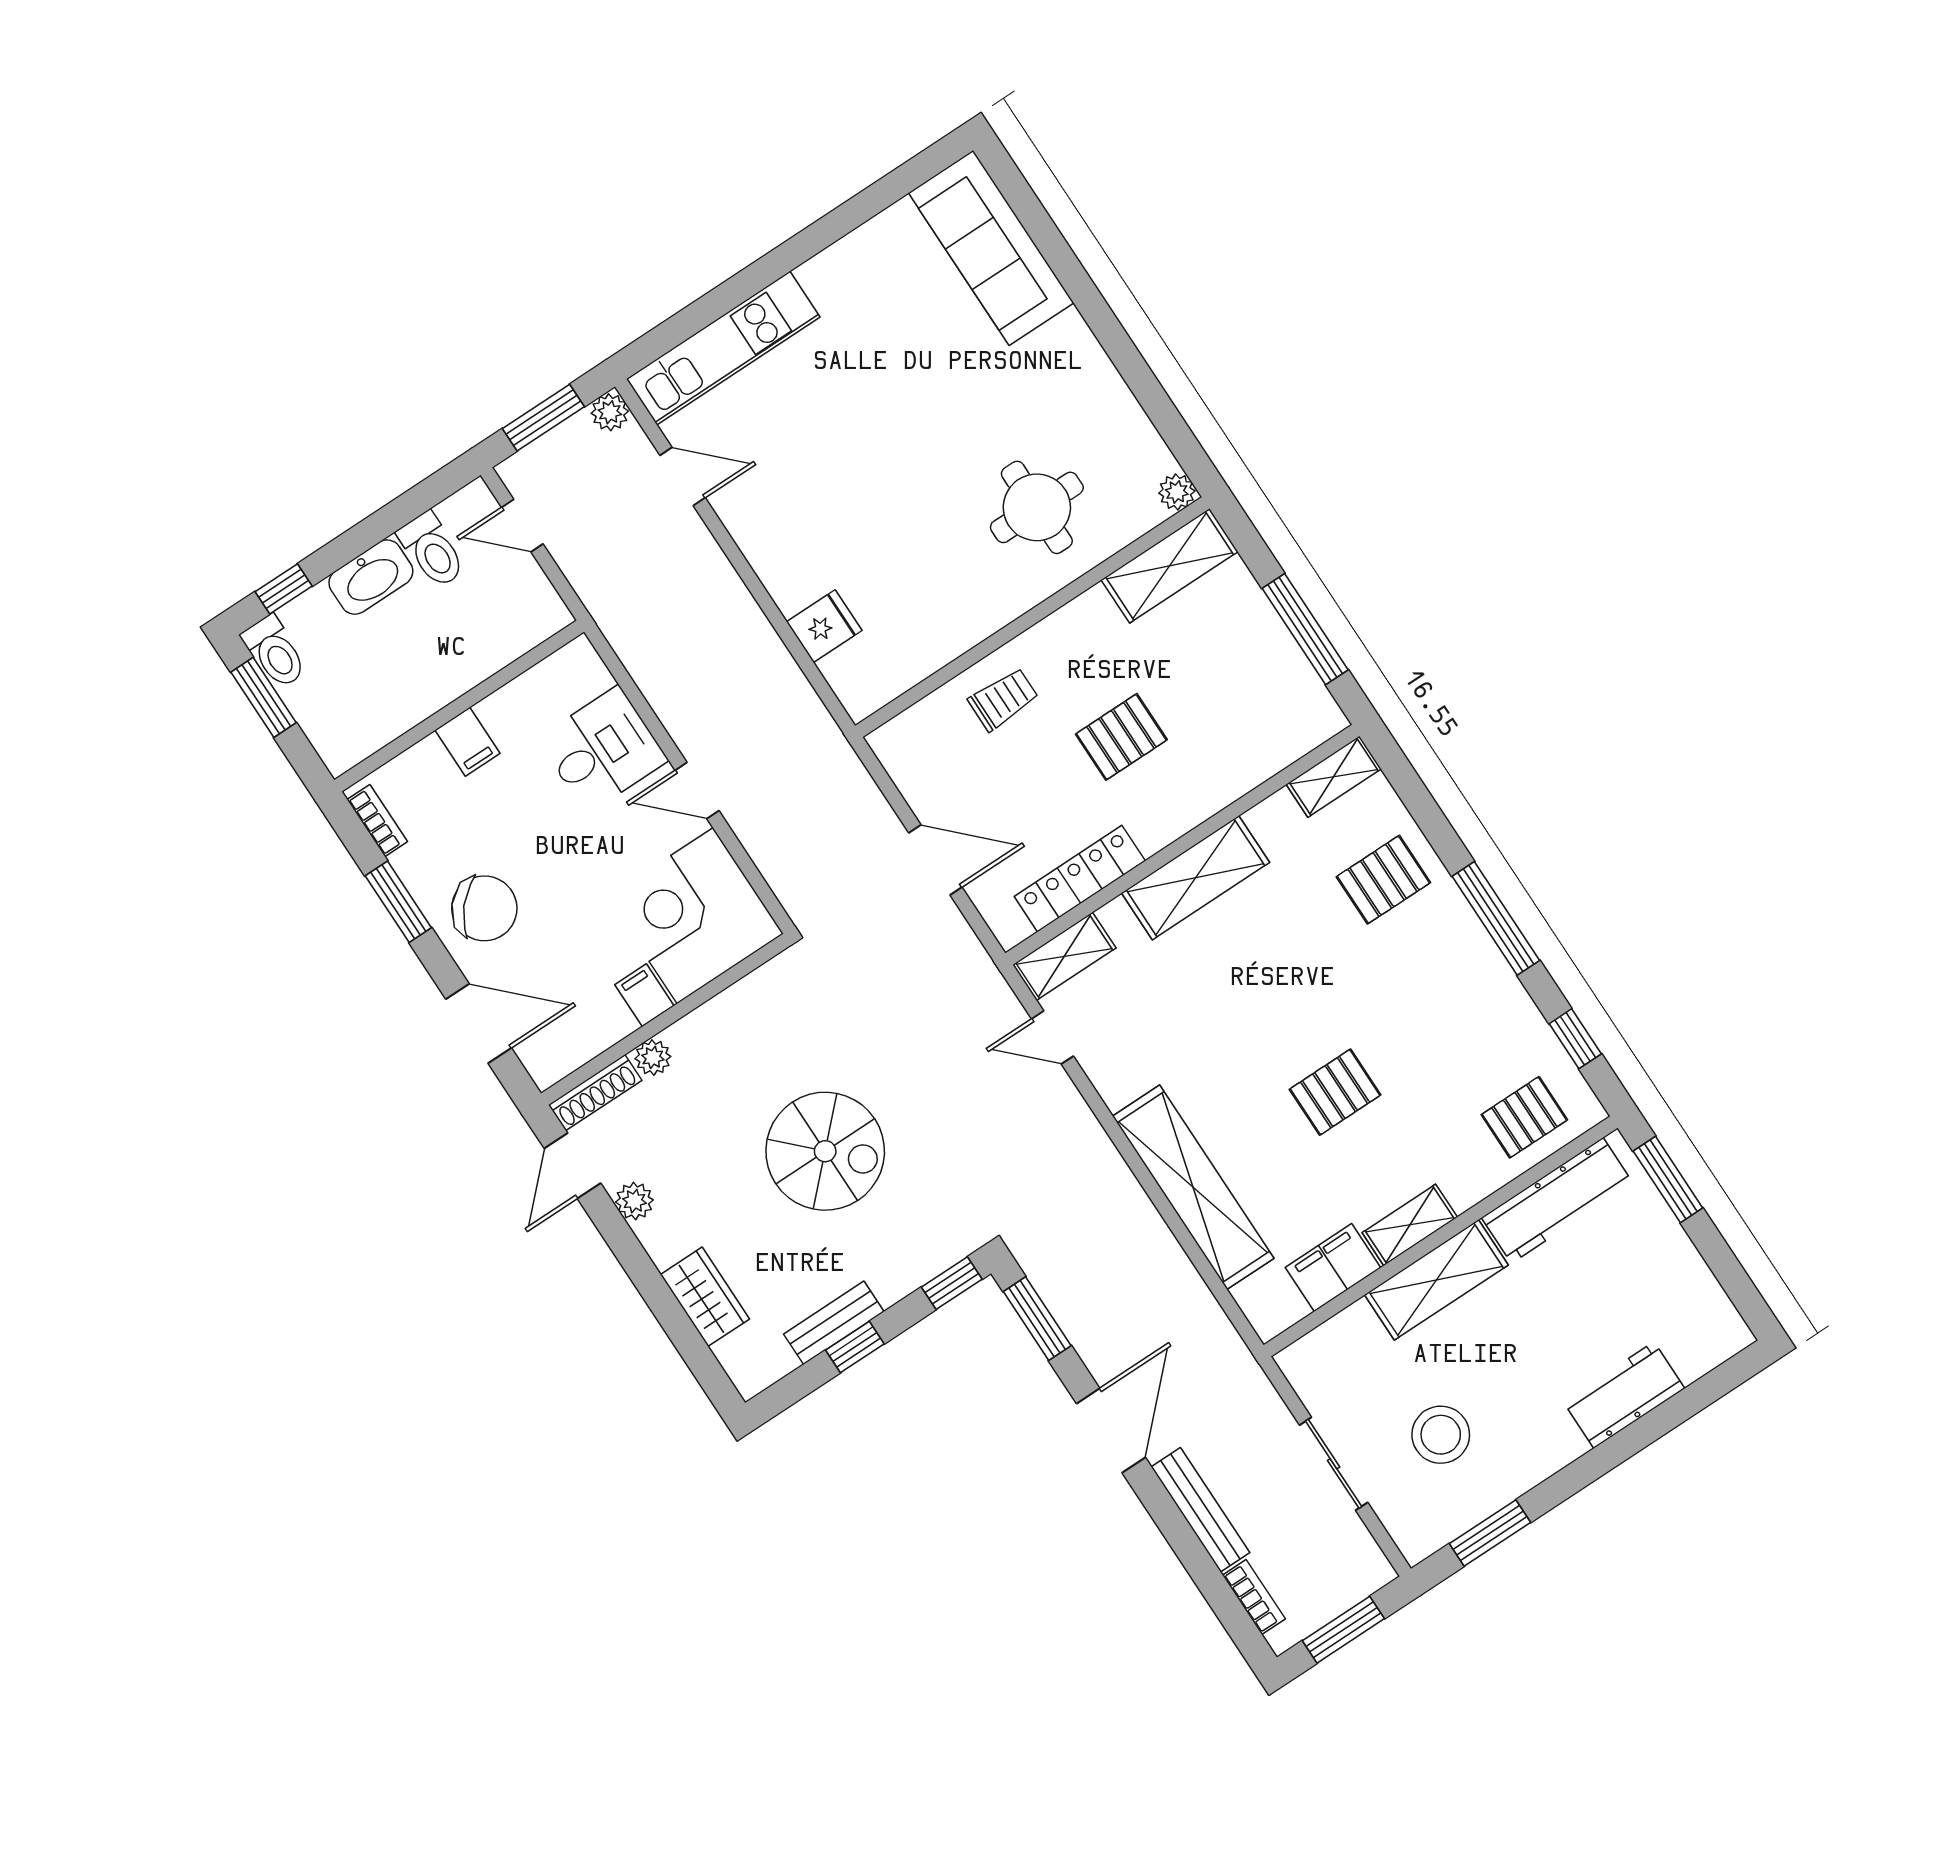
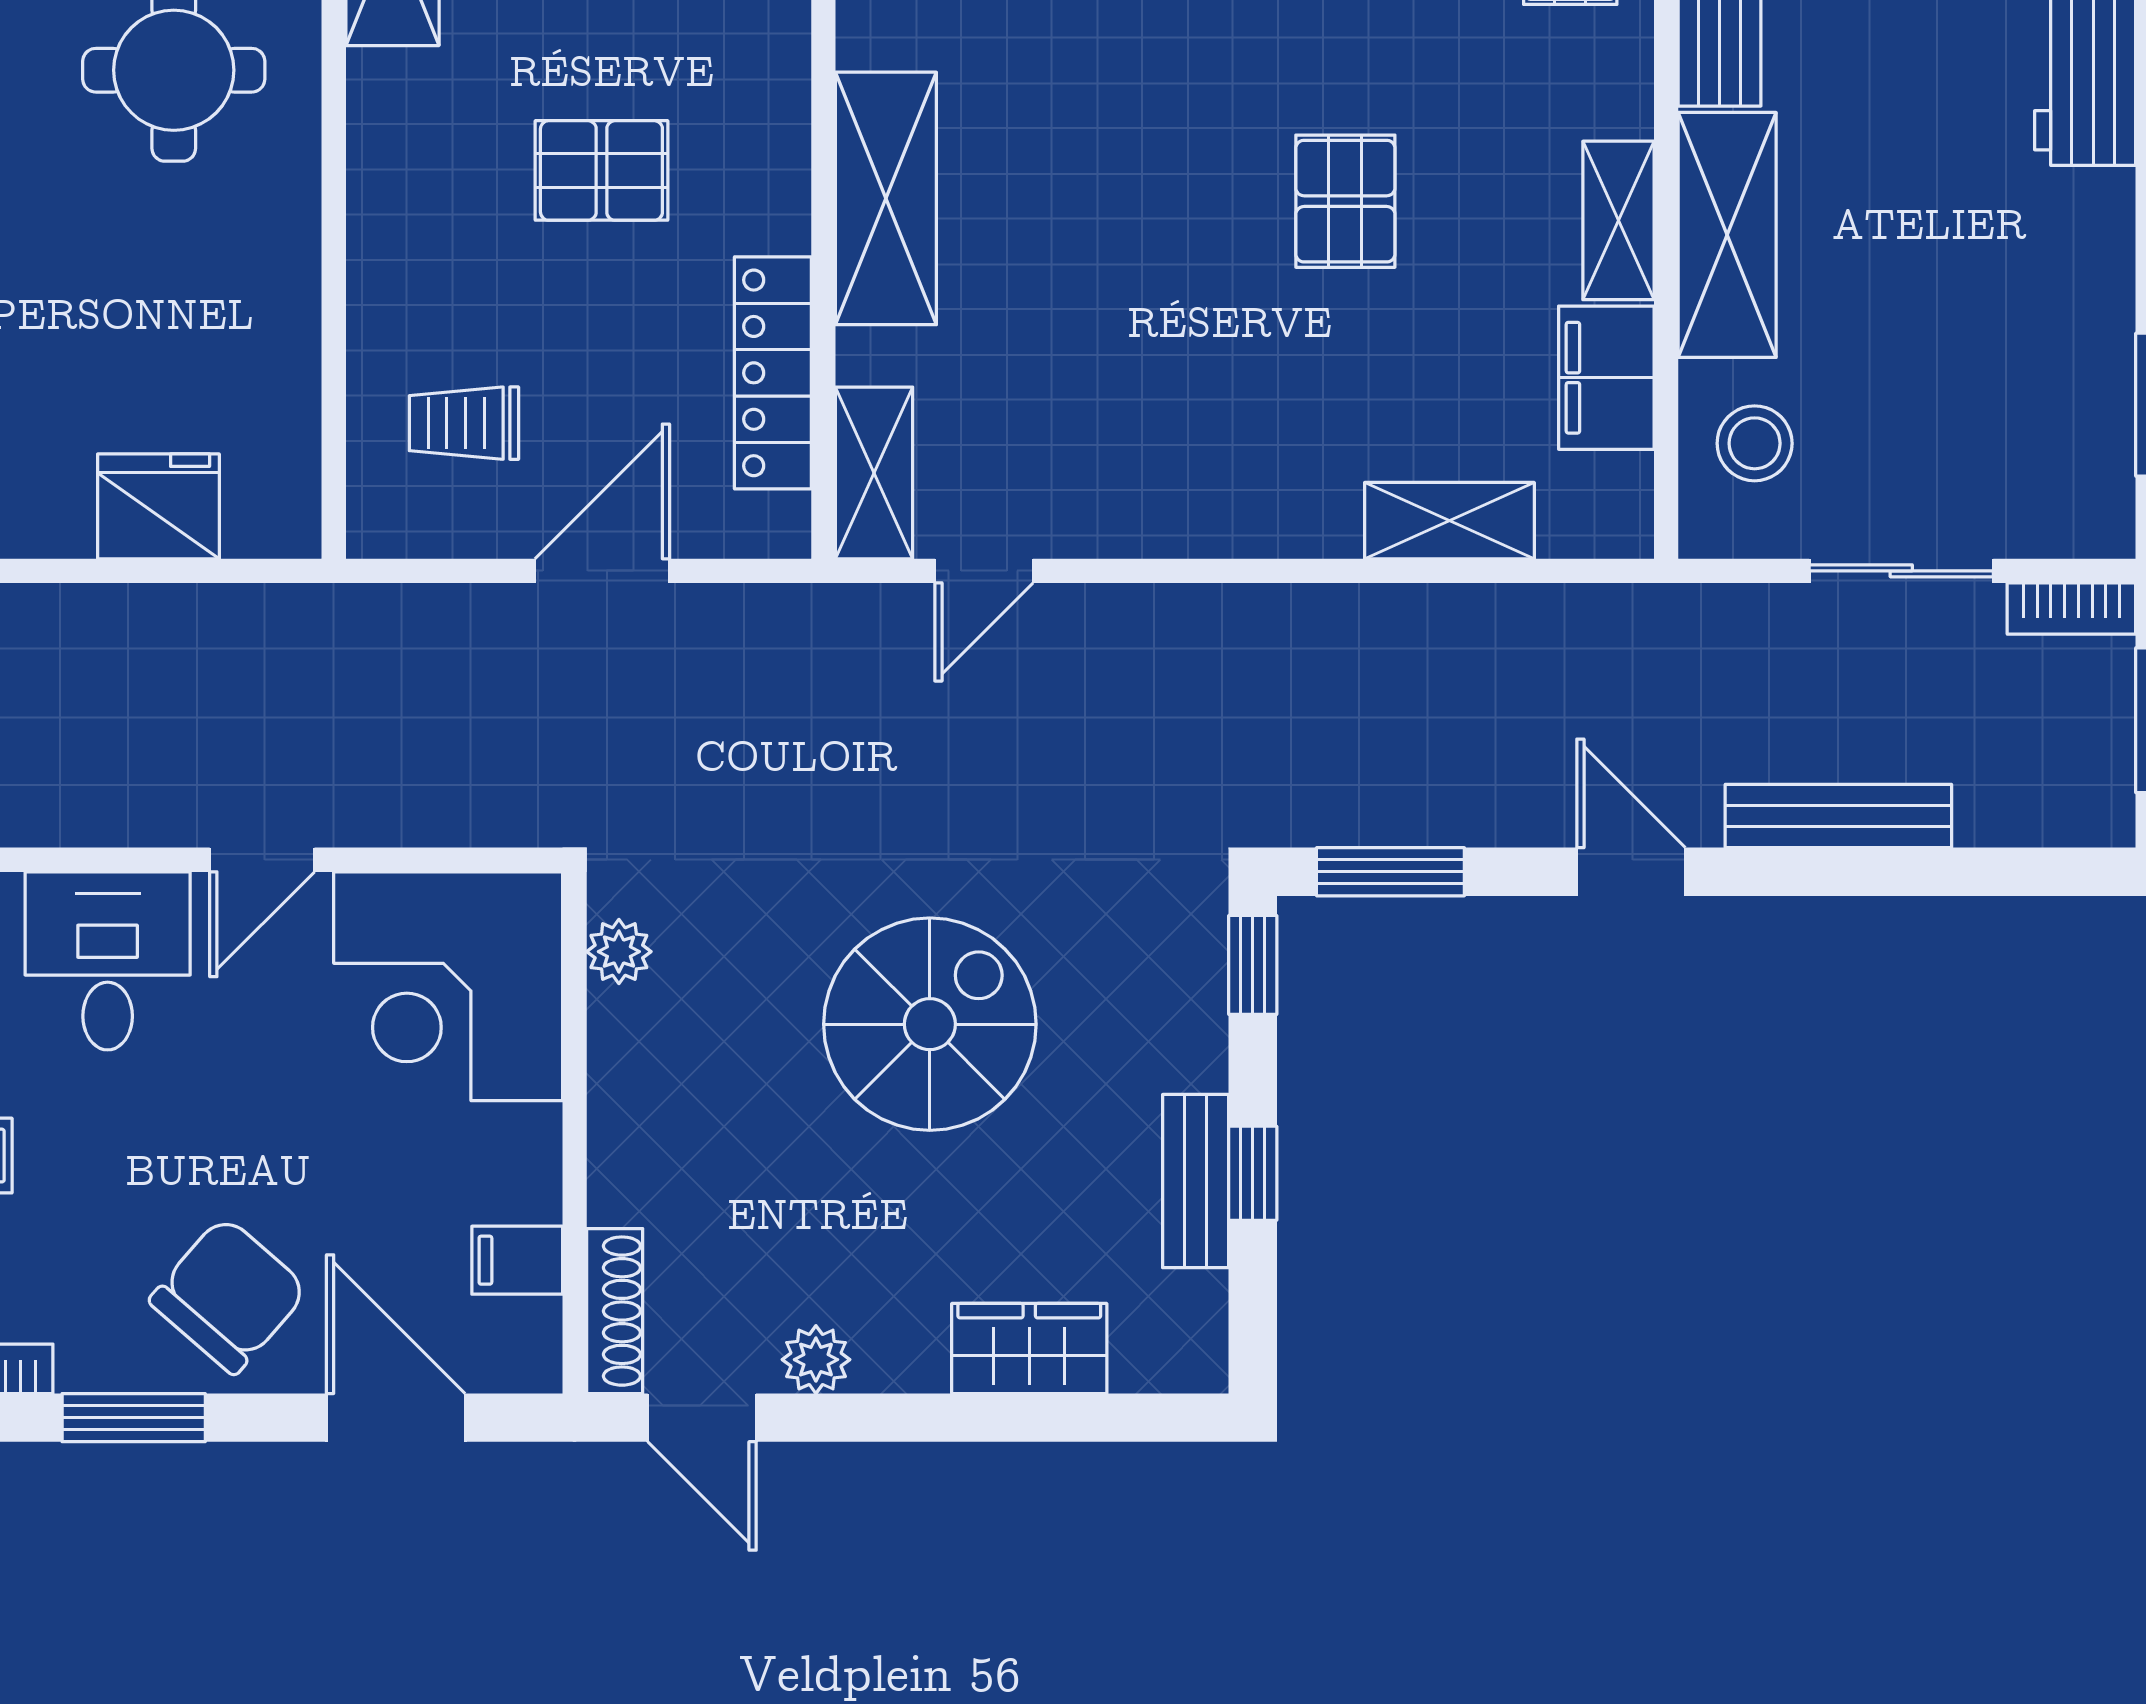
fridge: (824, 626) -> (158, 506), width x1.38
trolley: (1003, 699) -> (464, 423), moved, turned -90
pallet: (1121, 737) -> (601, 170), turned 90
filing cabinet: (644, 995) -> (517, 1260), moved
door: (479, 1024) -> (396, 1418), hinge flipped
plant: (653, 1057) -> (619, 952), moved
shelving: (1193, 1187) -> (1449, 521), width x0.45, depth x0.75
door: (1111, 1430) -> (1631, 872), width x0.73
stool: (1441, 1435) -> (1755, 443), moved, width x0.73, depth x0.73
bookcase: (1254, 1597) -> (2071, 609), moved, turned 180

